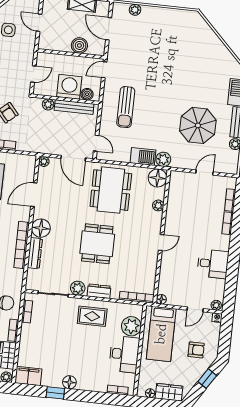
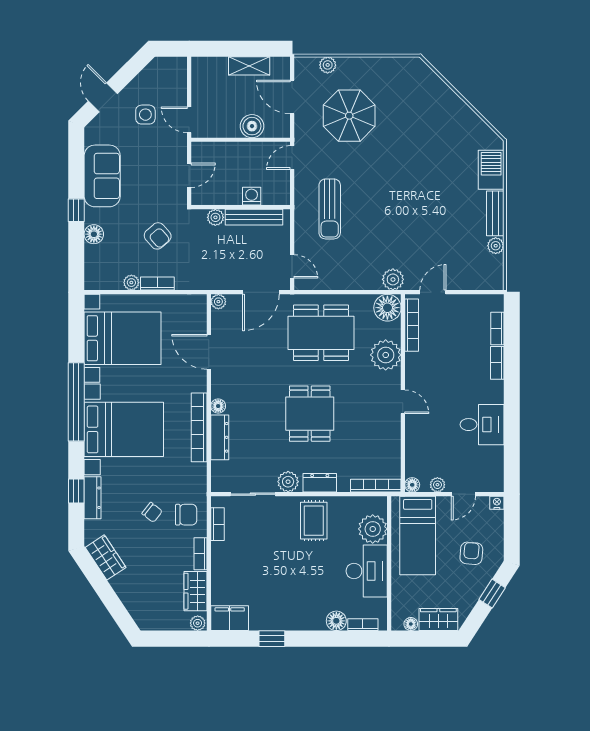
door: (39, 23) -> (189, 120), moved
washing machine: (69, 87) -> (252, 196), width x0.53, depth x0.53
boiler: (87, 94) -> (271, 196), removed
parasol: (198, 125) -> (349, 116), moved
barbecue: (143, 156) -> (363, 279), removed
door: (73, 158) -> (261, 292), hinge flipped
door: (205, 172) -> (433, 292), moved
dining table: (111, 190) -> (321, 333), turned 90
bookcase: (173, 191) -> (412, 325), added
door: (34, 195) -> (209, 352), hinge flipped
plant: (158, 205) -> (386, 355), width x1.87, depth x1.87
floor lamp: (41, 228) -> (218, 406), width x0.53, depth x0.53
door: (161, 243) -> (403, 402), hinge flipped
plant: (216, 305) -> (437, 485), moved
rug: (92, 316) -> (314, 521), turned 90
armchair: (196, 350) -> (471, 553), turned -85
floor lamp: (69, 382) -> (336, 621), moved

